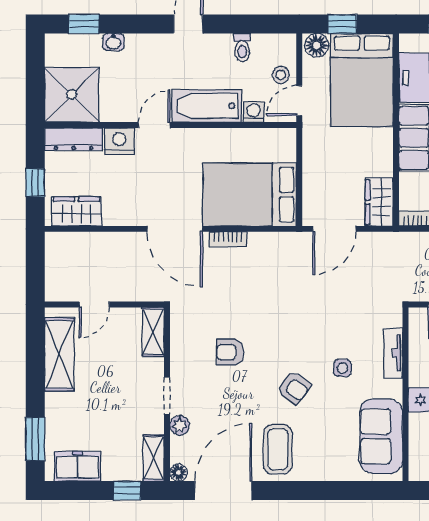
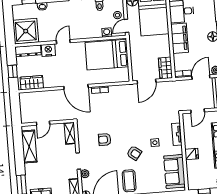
bathtub: (207, 106) -> (86, 31), removed
bed: (250, 195) -> (107, 55), moved

